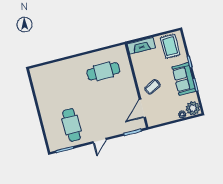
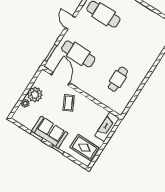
cafe table: (103, 71) -> (118, 79), width x0.73, depth x0.74
plant: (193, 108) -> (35, 95), moved
cafe table: (114, 114) -> (78, 54), added

